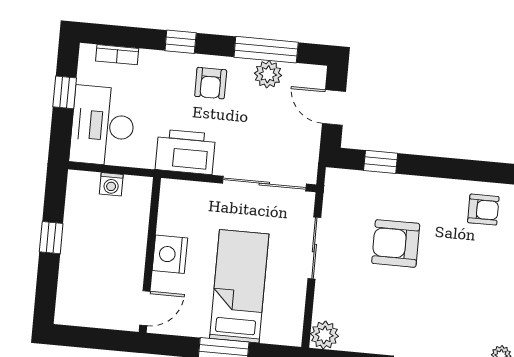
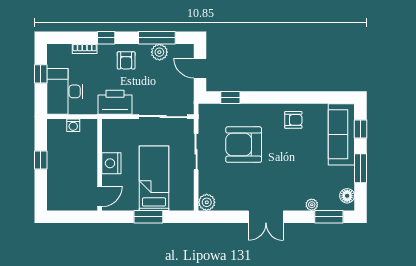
bookcase: (117, 55) -> (85, 49), moved
armchair: (396, 243) -> (244, 145), width x1.36, depth x1.36

